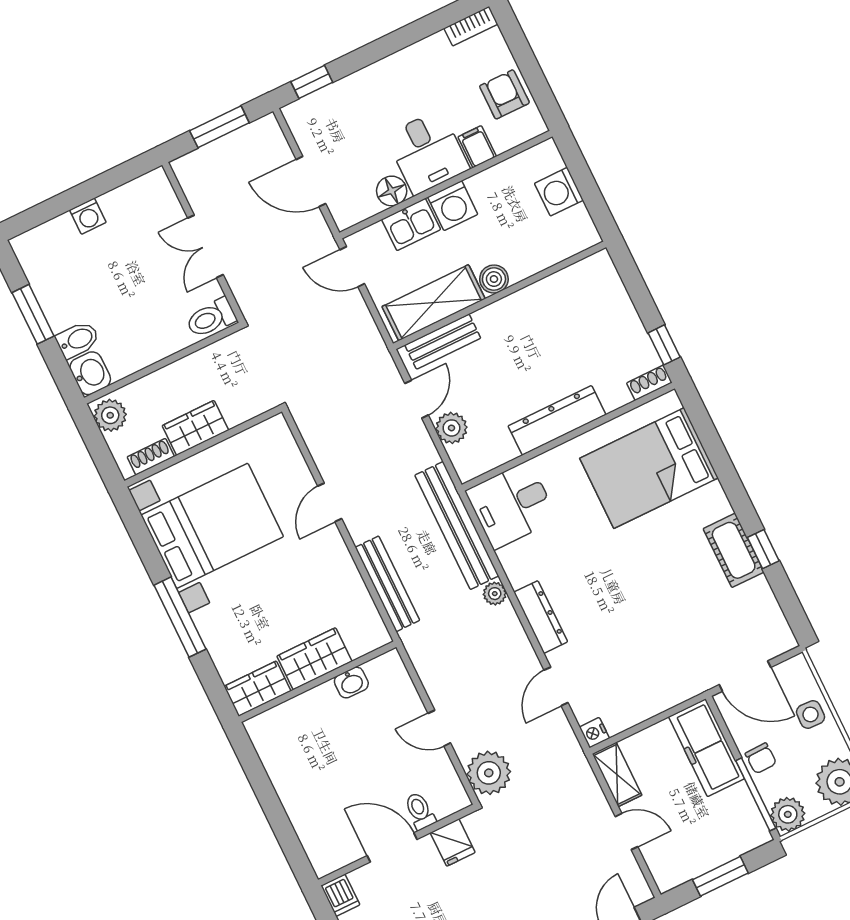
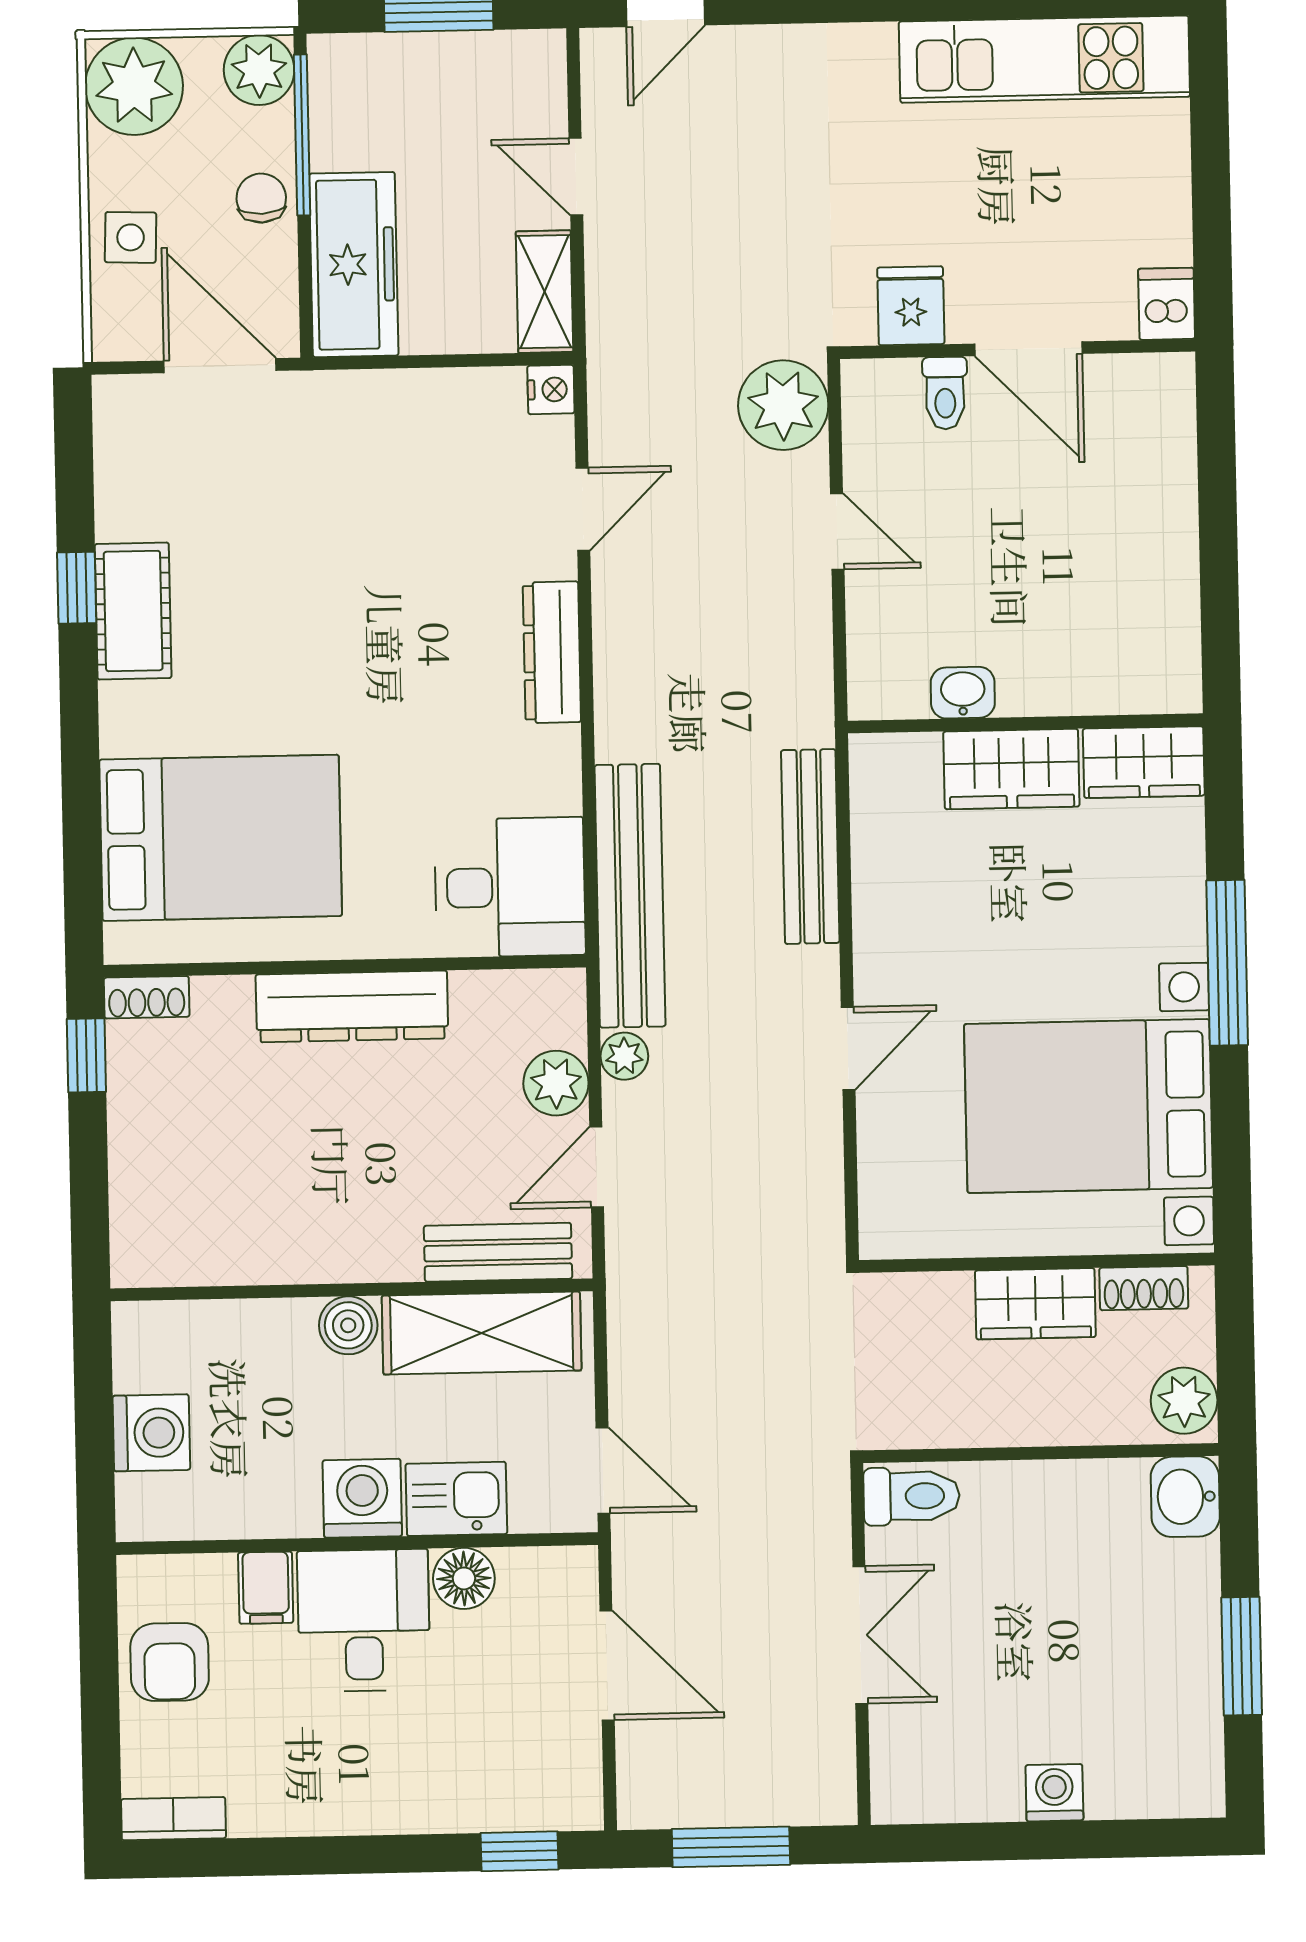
bidet: (78, 340) -> (1180, 1570), removed
plant: (495, 594) -> (624, 1056), moved

